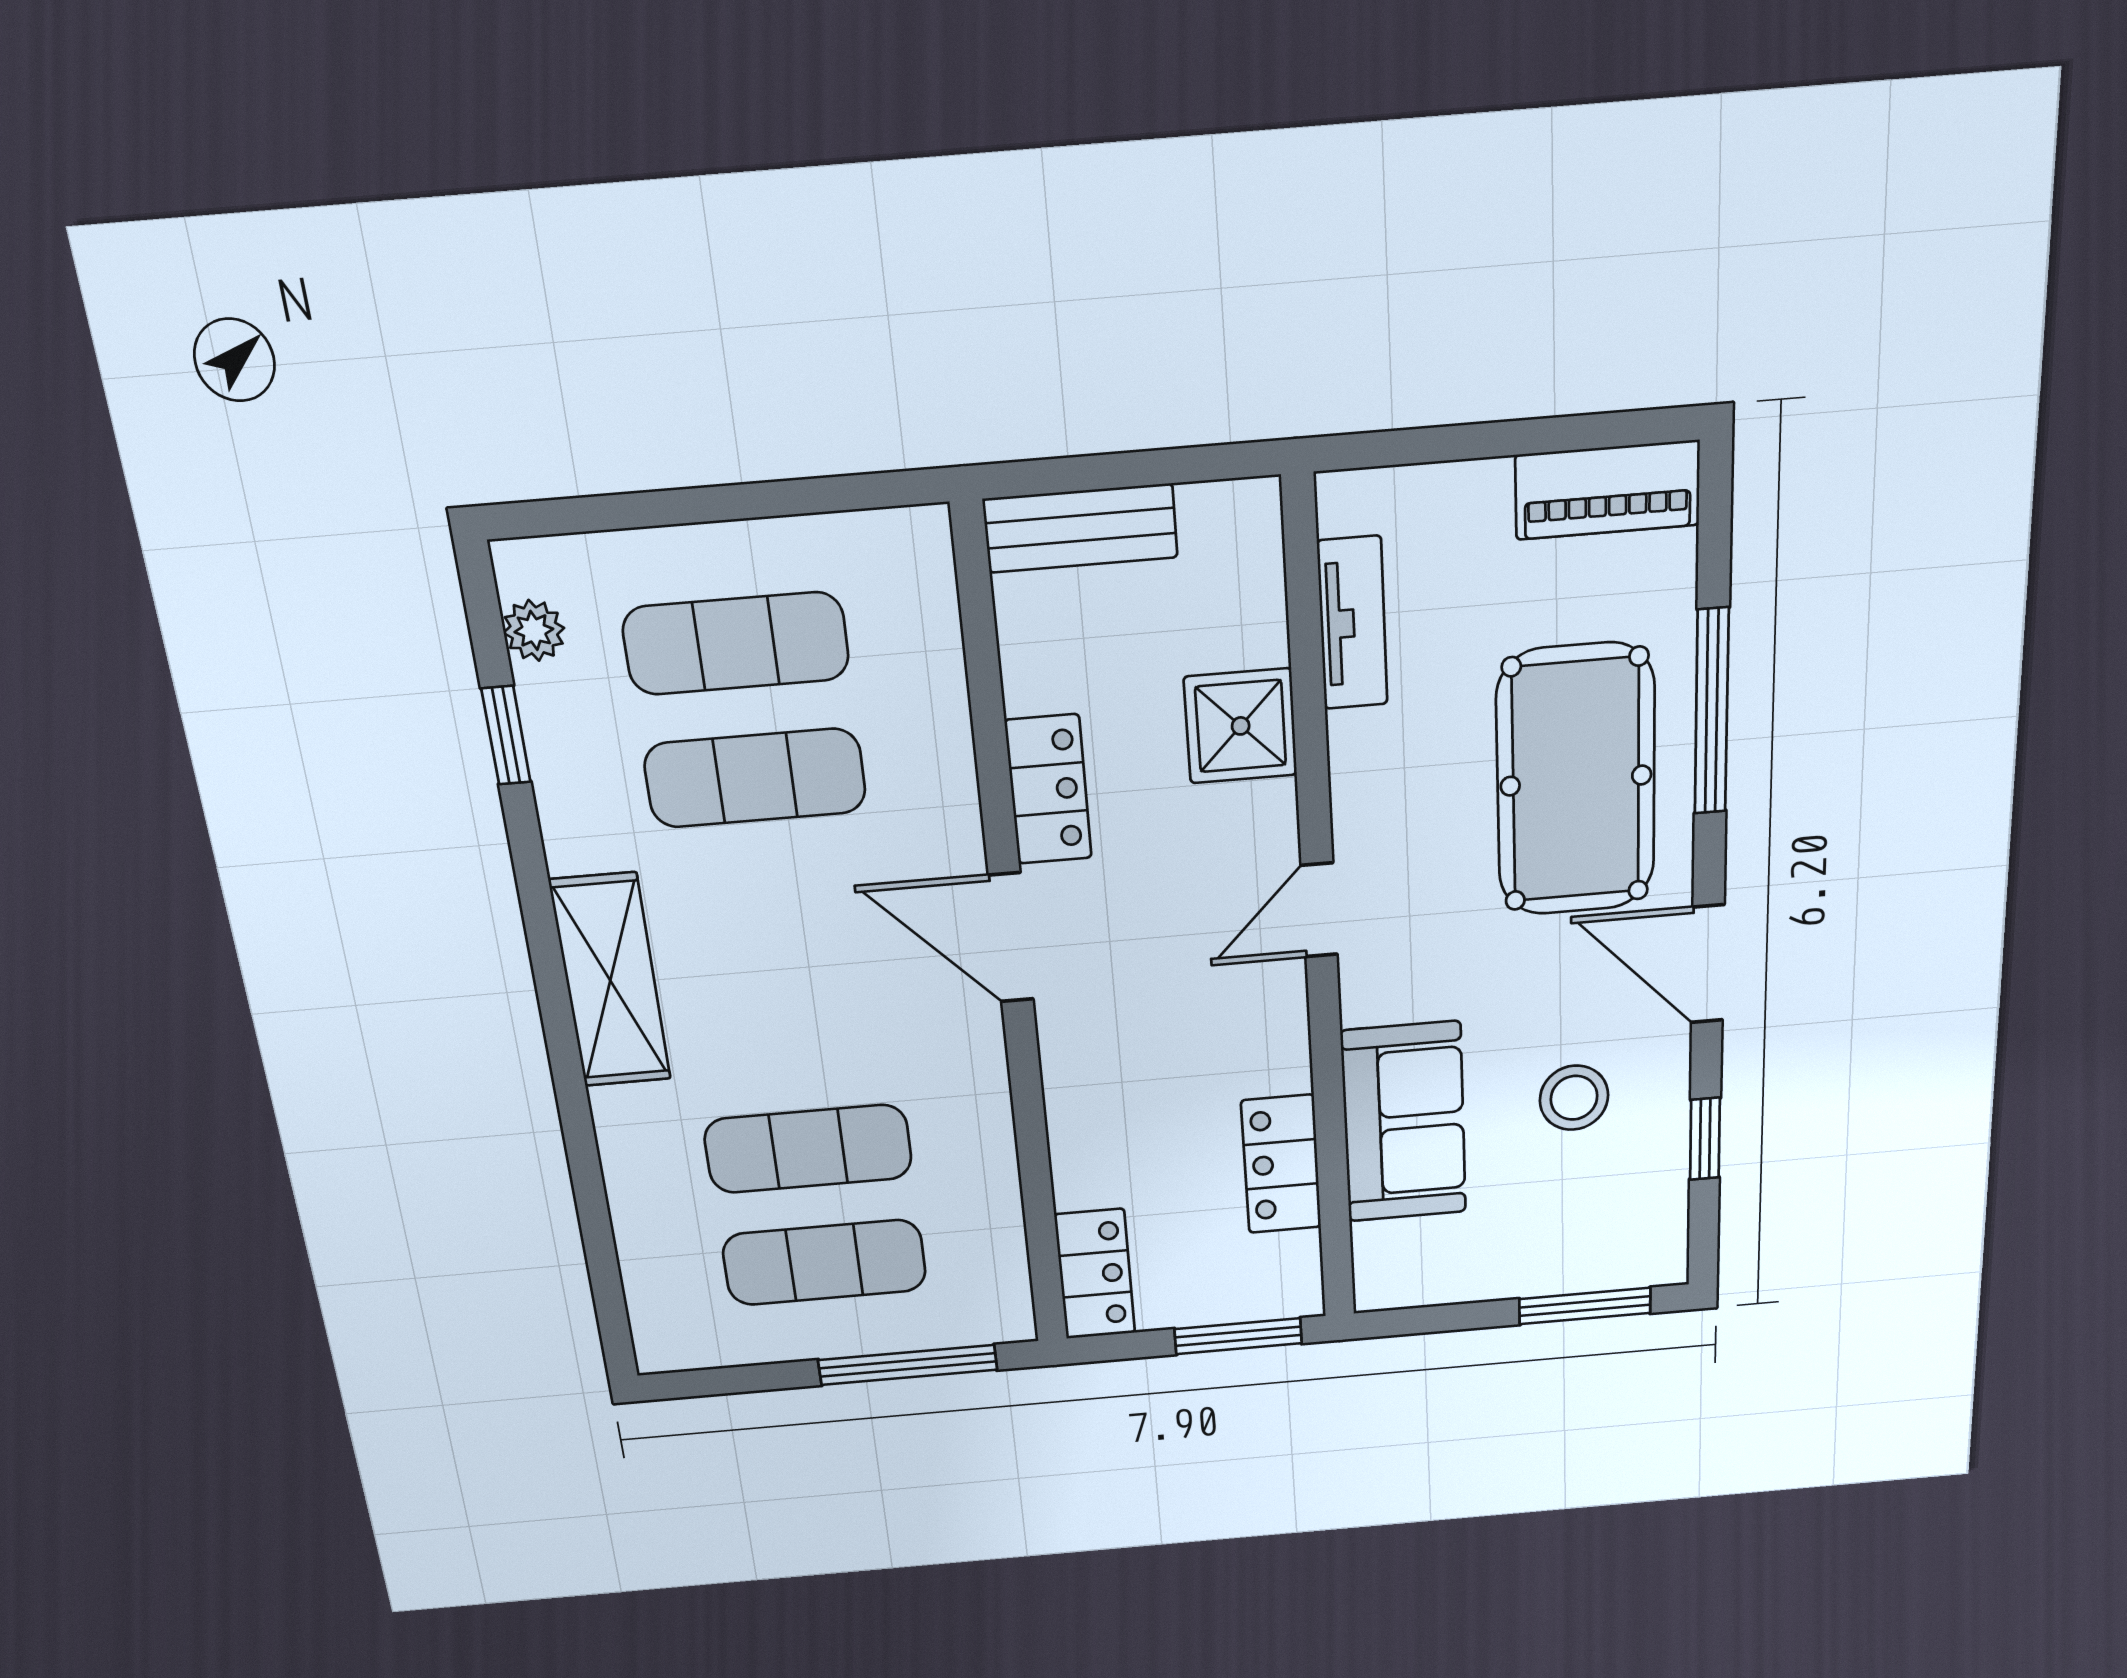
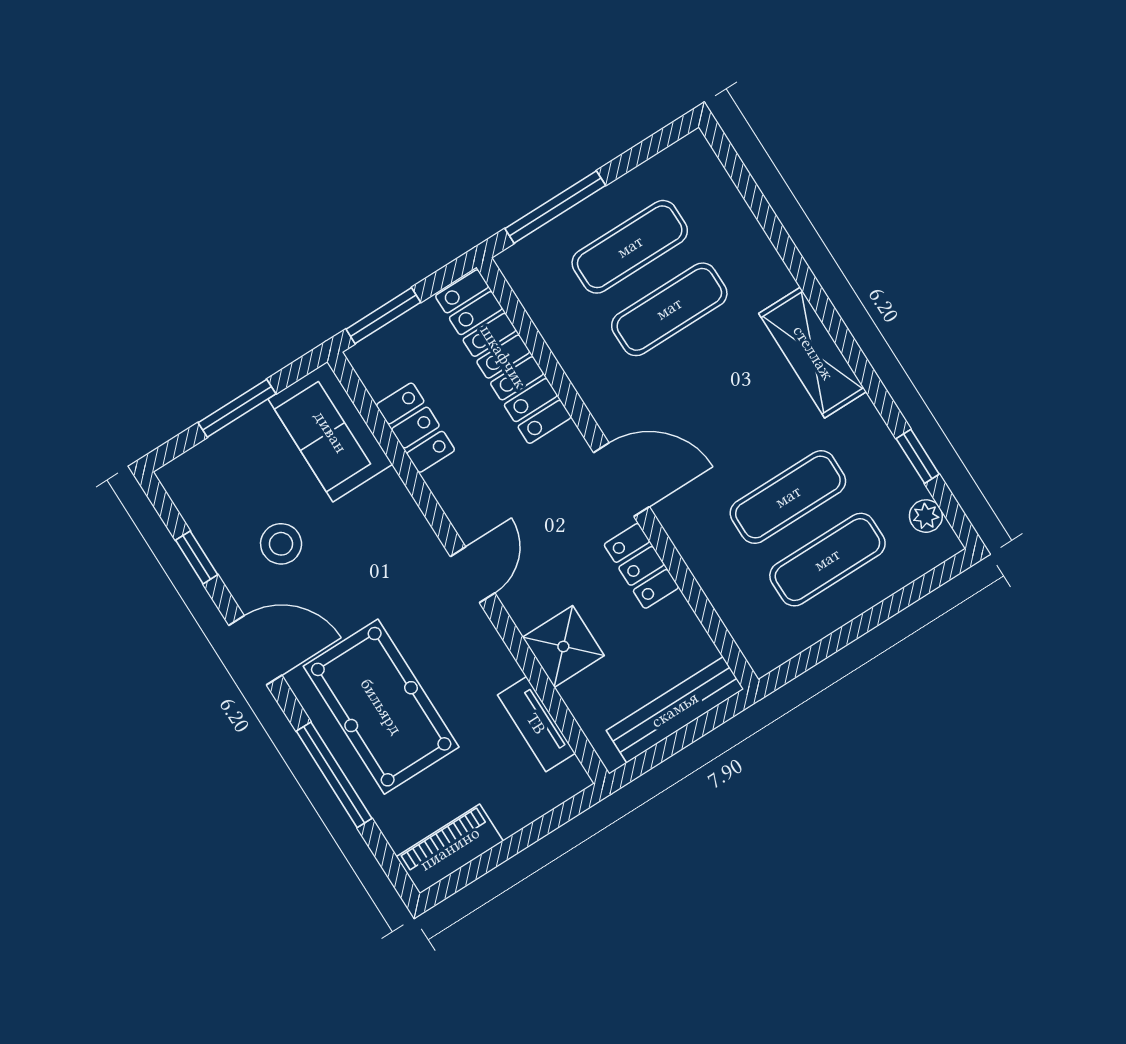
bench: (1080, 528) -> (675, 710), width x1.36
sofa: (1404, 1122) -> (330, 432), moved
locker: (1095, 1274) -> (503, 357), width x2.16, depth x1.21
window: (1585, 1306) -> (237, 408), moved

